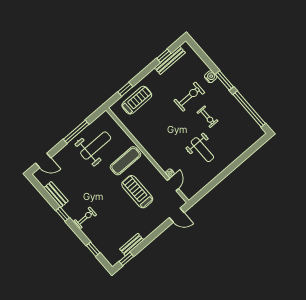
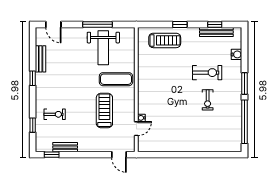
water cooler: (211, 77) -> (236, 54), moved
window: (125, 89) -> (180, 24), moved
weight bench: (96, 146) -> (103, 48), turned 90
weight bench: (202, 150) -> (182, 122), removed
exercise bike: (85, 218) -> (55, 114), moved

